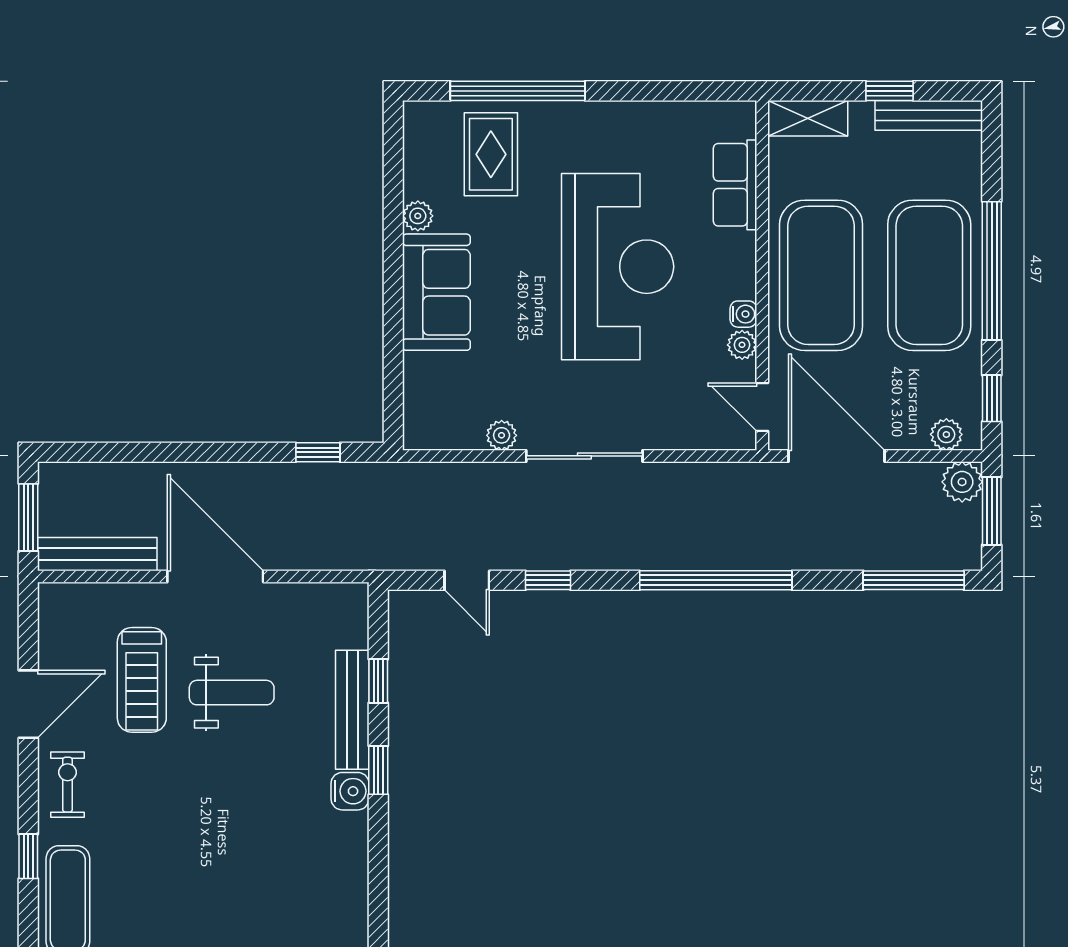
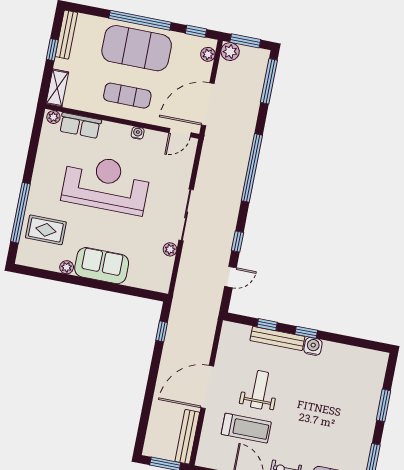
exercise mat: (821, 275) -> (127, 96), width x0.50, depth x0.69
plant: (742, 345) -> (53, 117), moved

